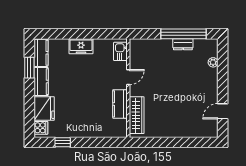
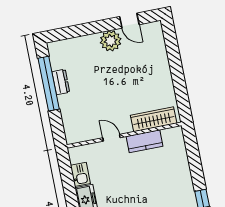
kitchen sink: (120, 51) -> (80, 174), moved, turned -90
plant: (213, 62) -> (111, 41), moved, width x1.87, depth x1.87

